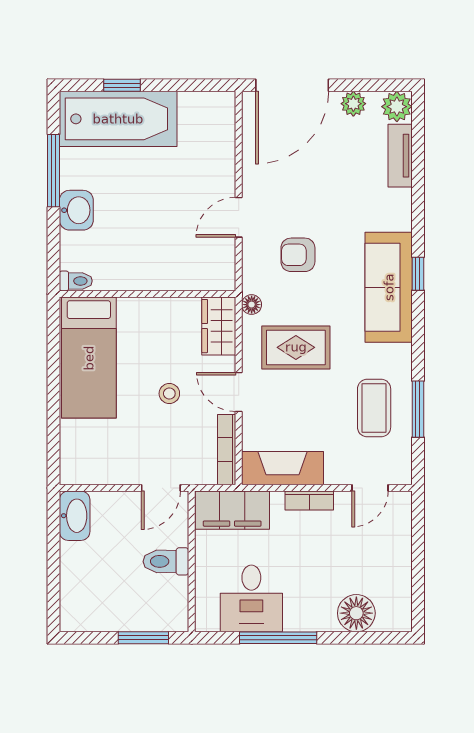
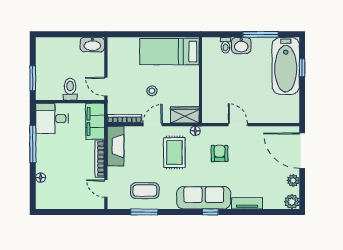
tv unit: (400, 156) -> (247, 203), moved
toilet: (76, 281) -> (225, 45), moved
bookcase: (309, 500) -> (100, 159), width x1.56
desk: (251, 598) -> (52, 119), moved
floor lamp: (356, 613) -> (41, 178), width x0.53, depth x0.53

